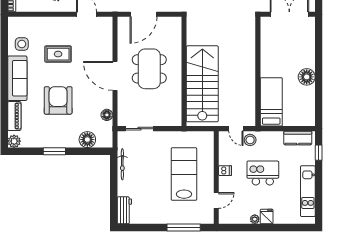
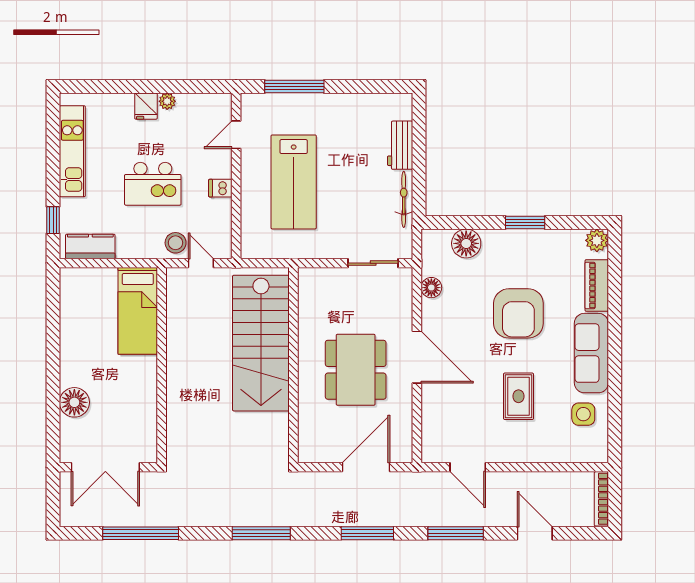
rug: (58, 54) -> (518, 396), turned 90
floor lamp: (307, 77) -> (74, 402), moved
workbench: (124, 210) -> (400, 145), moved

